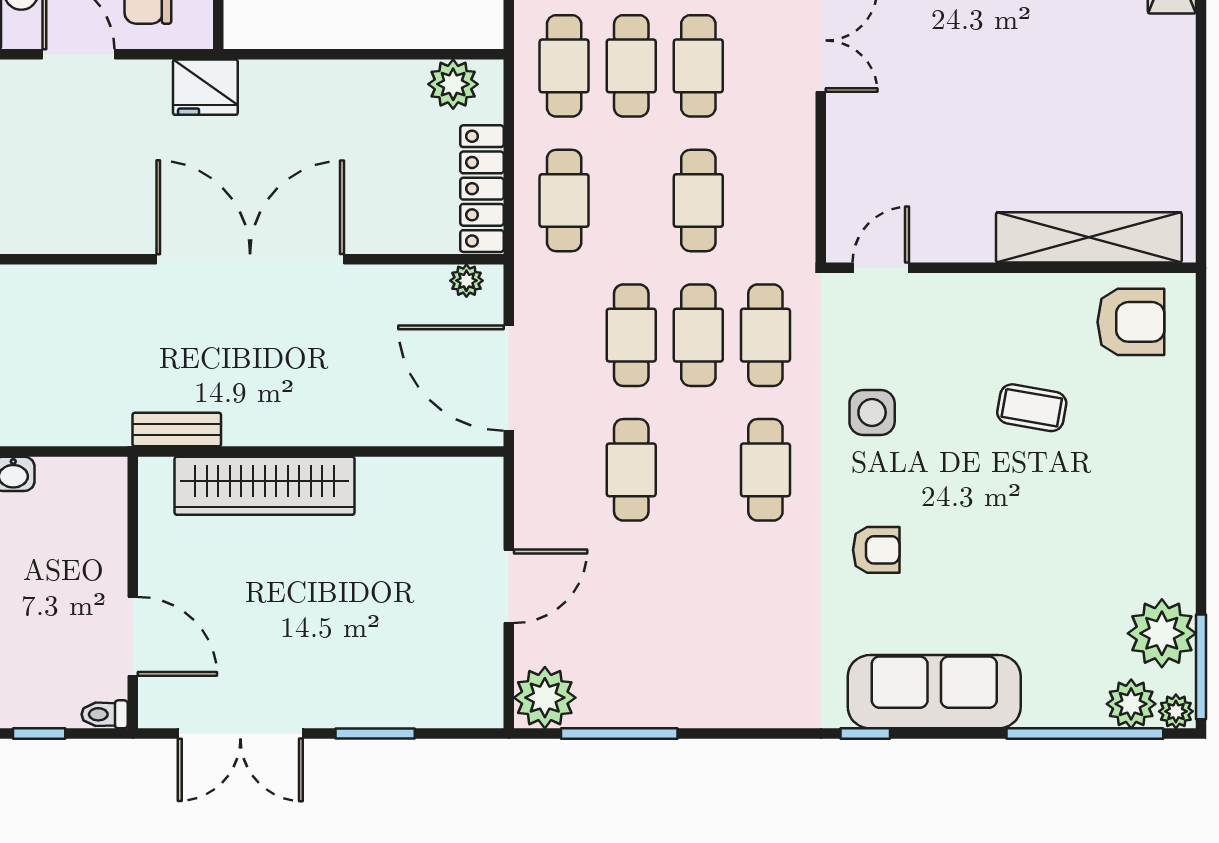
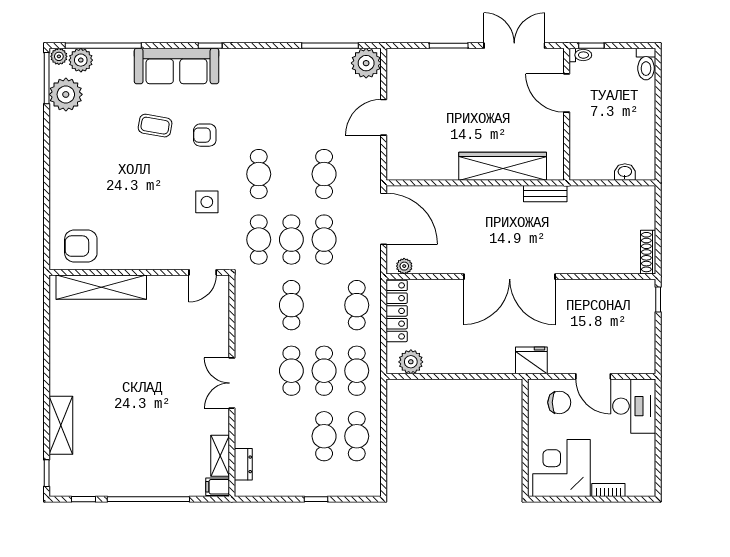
coffee table: (1032, 408) -> (155, 126), moved
window: (39, 734) -> (591, 46), moved

